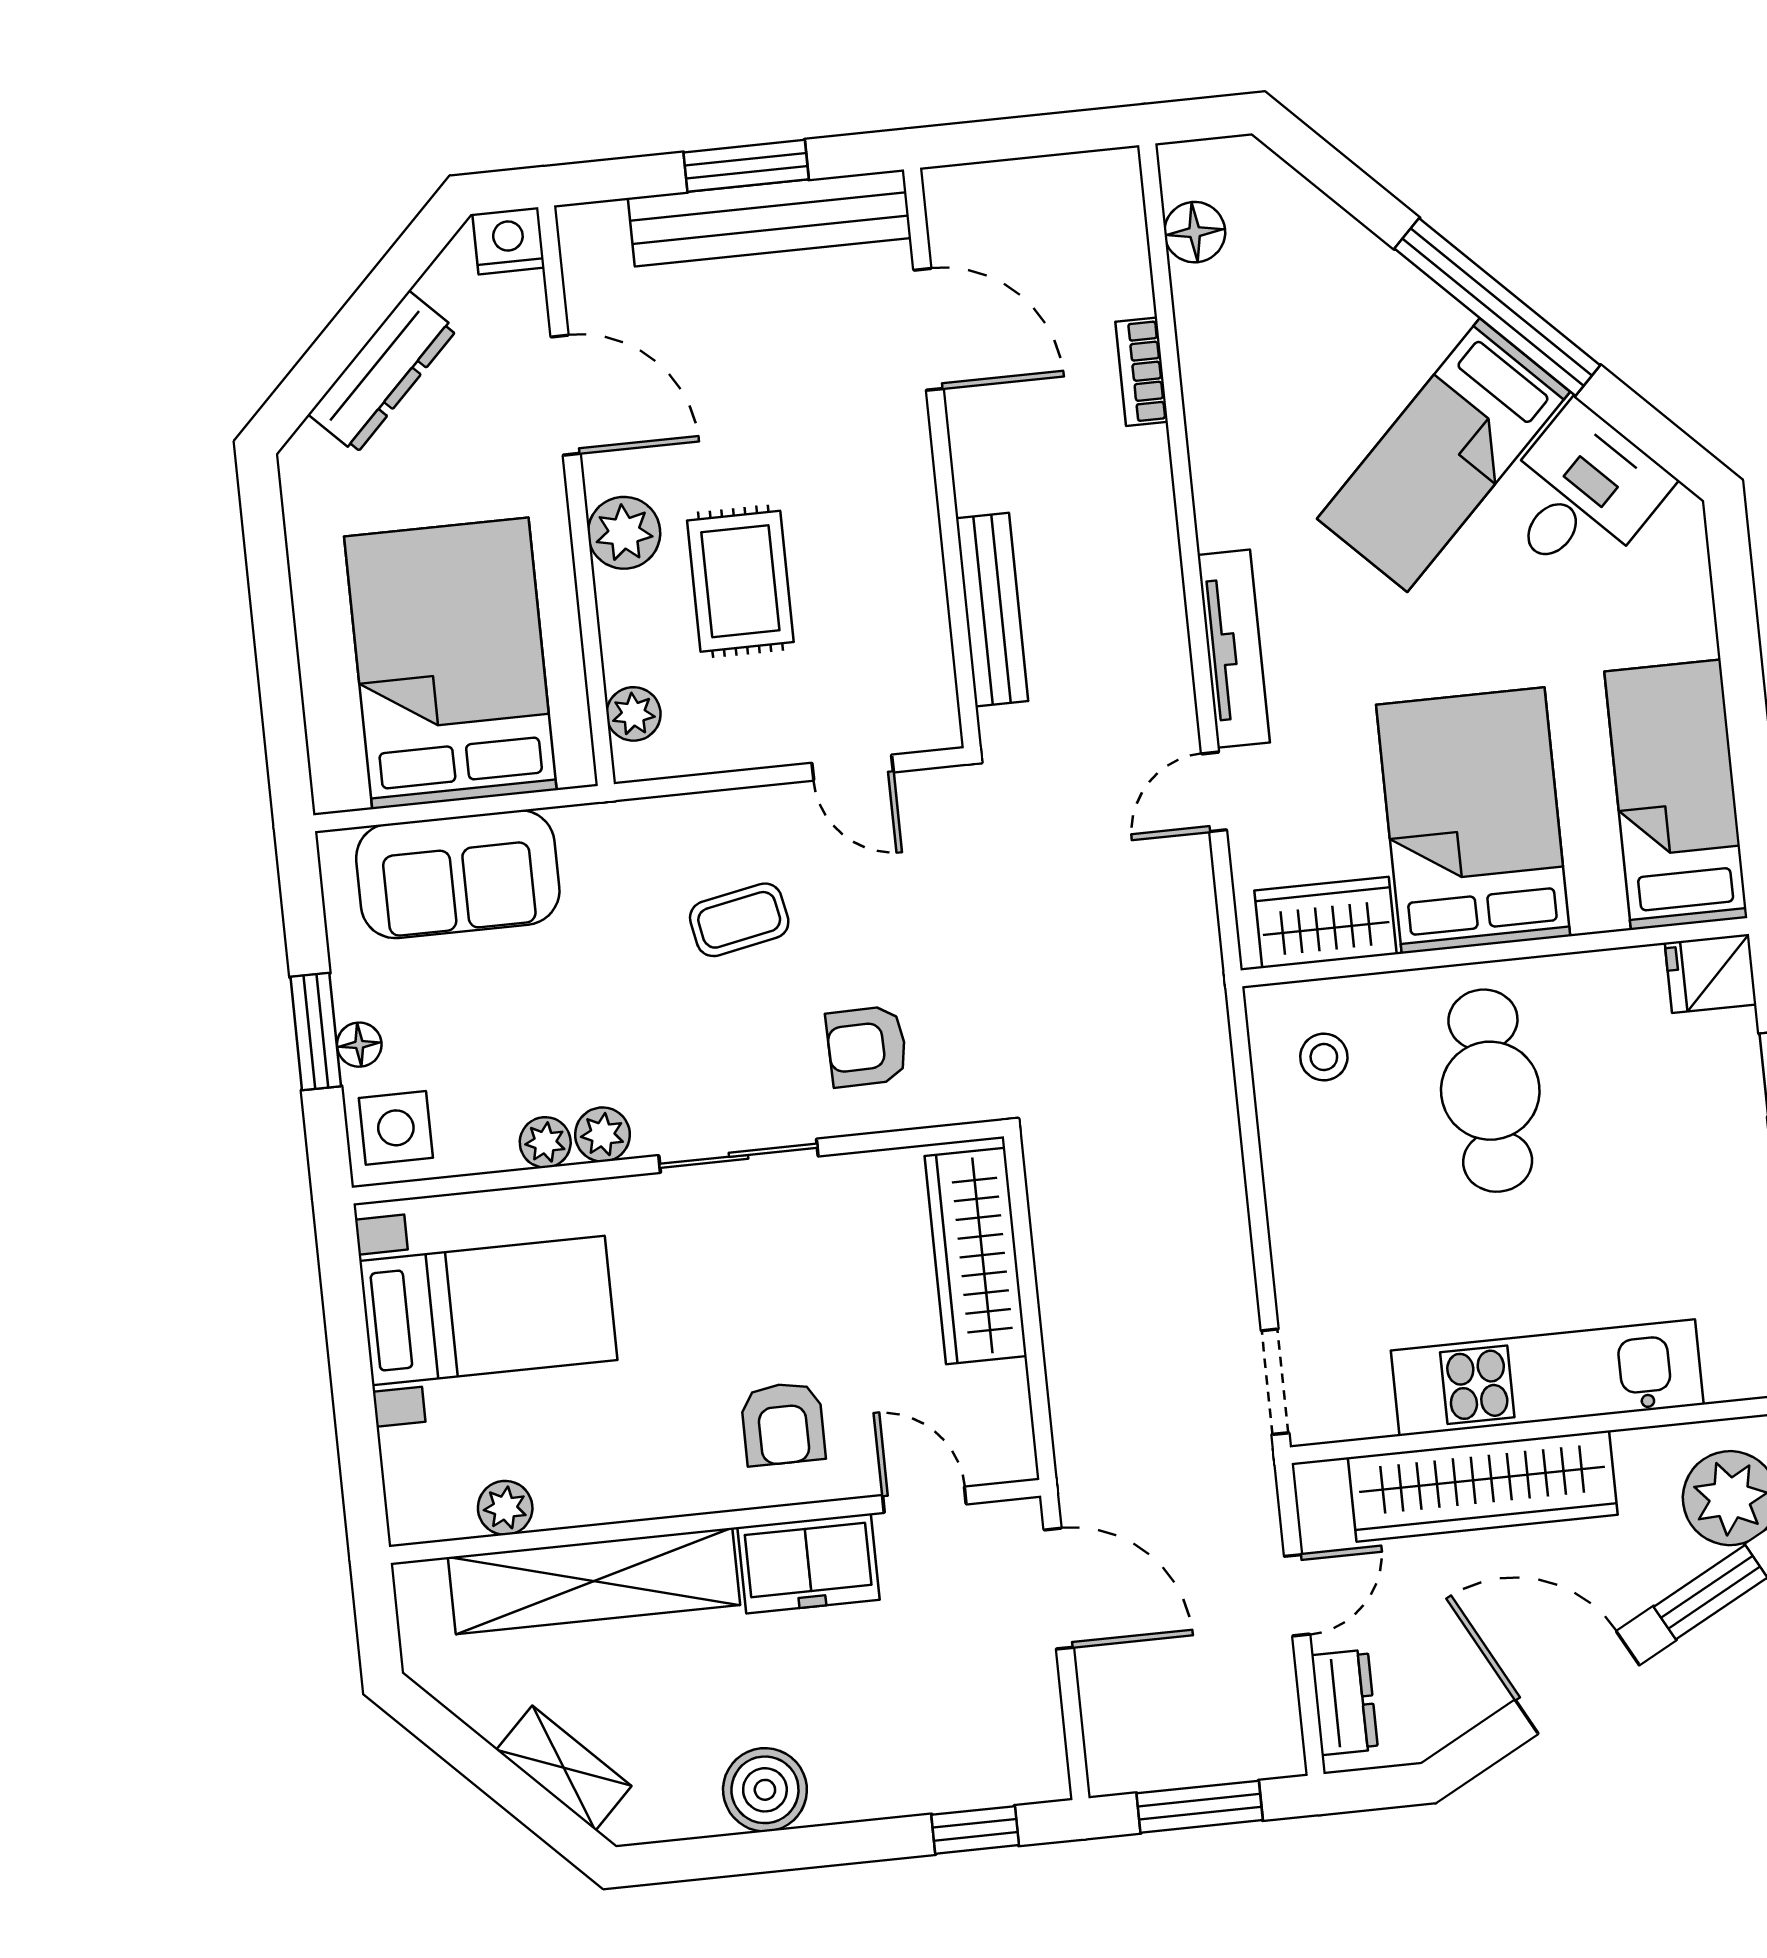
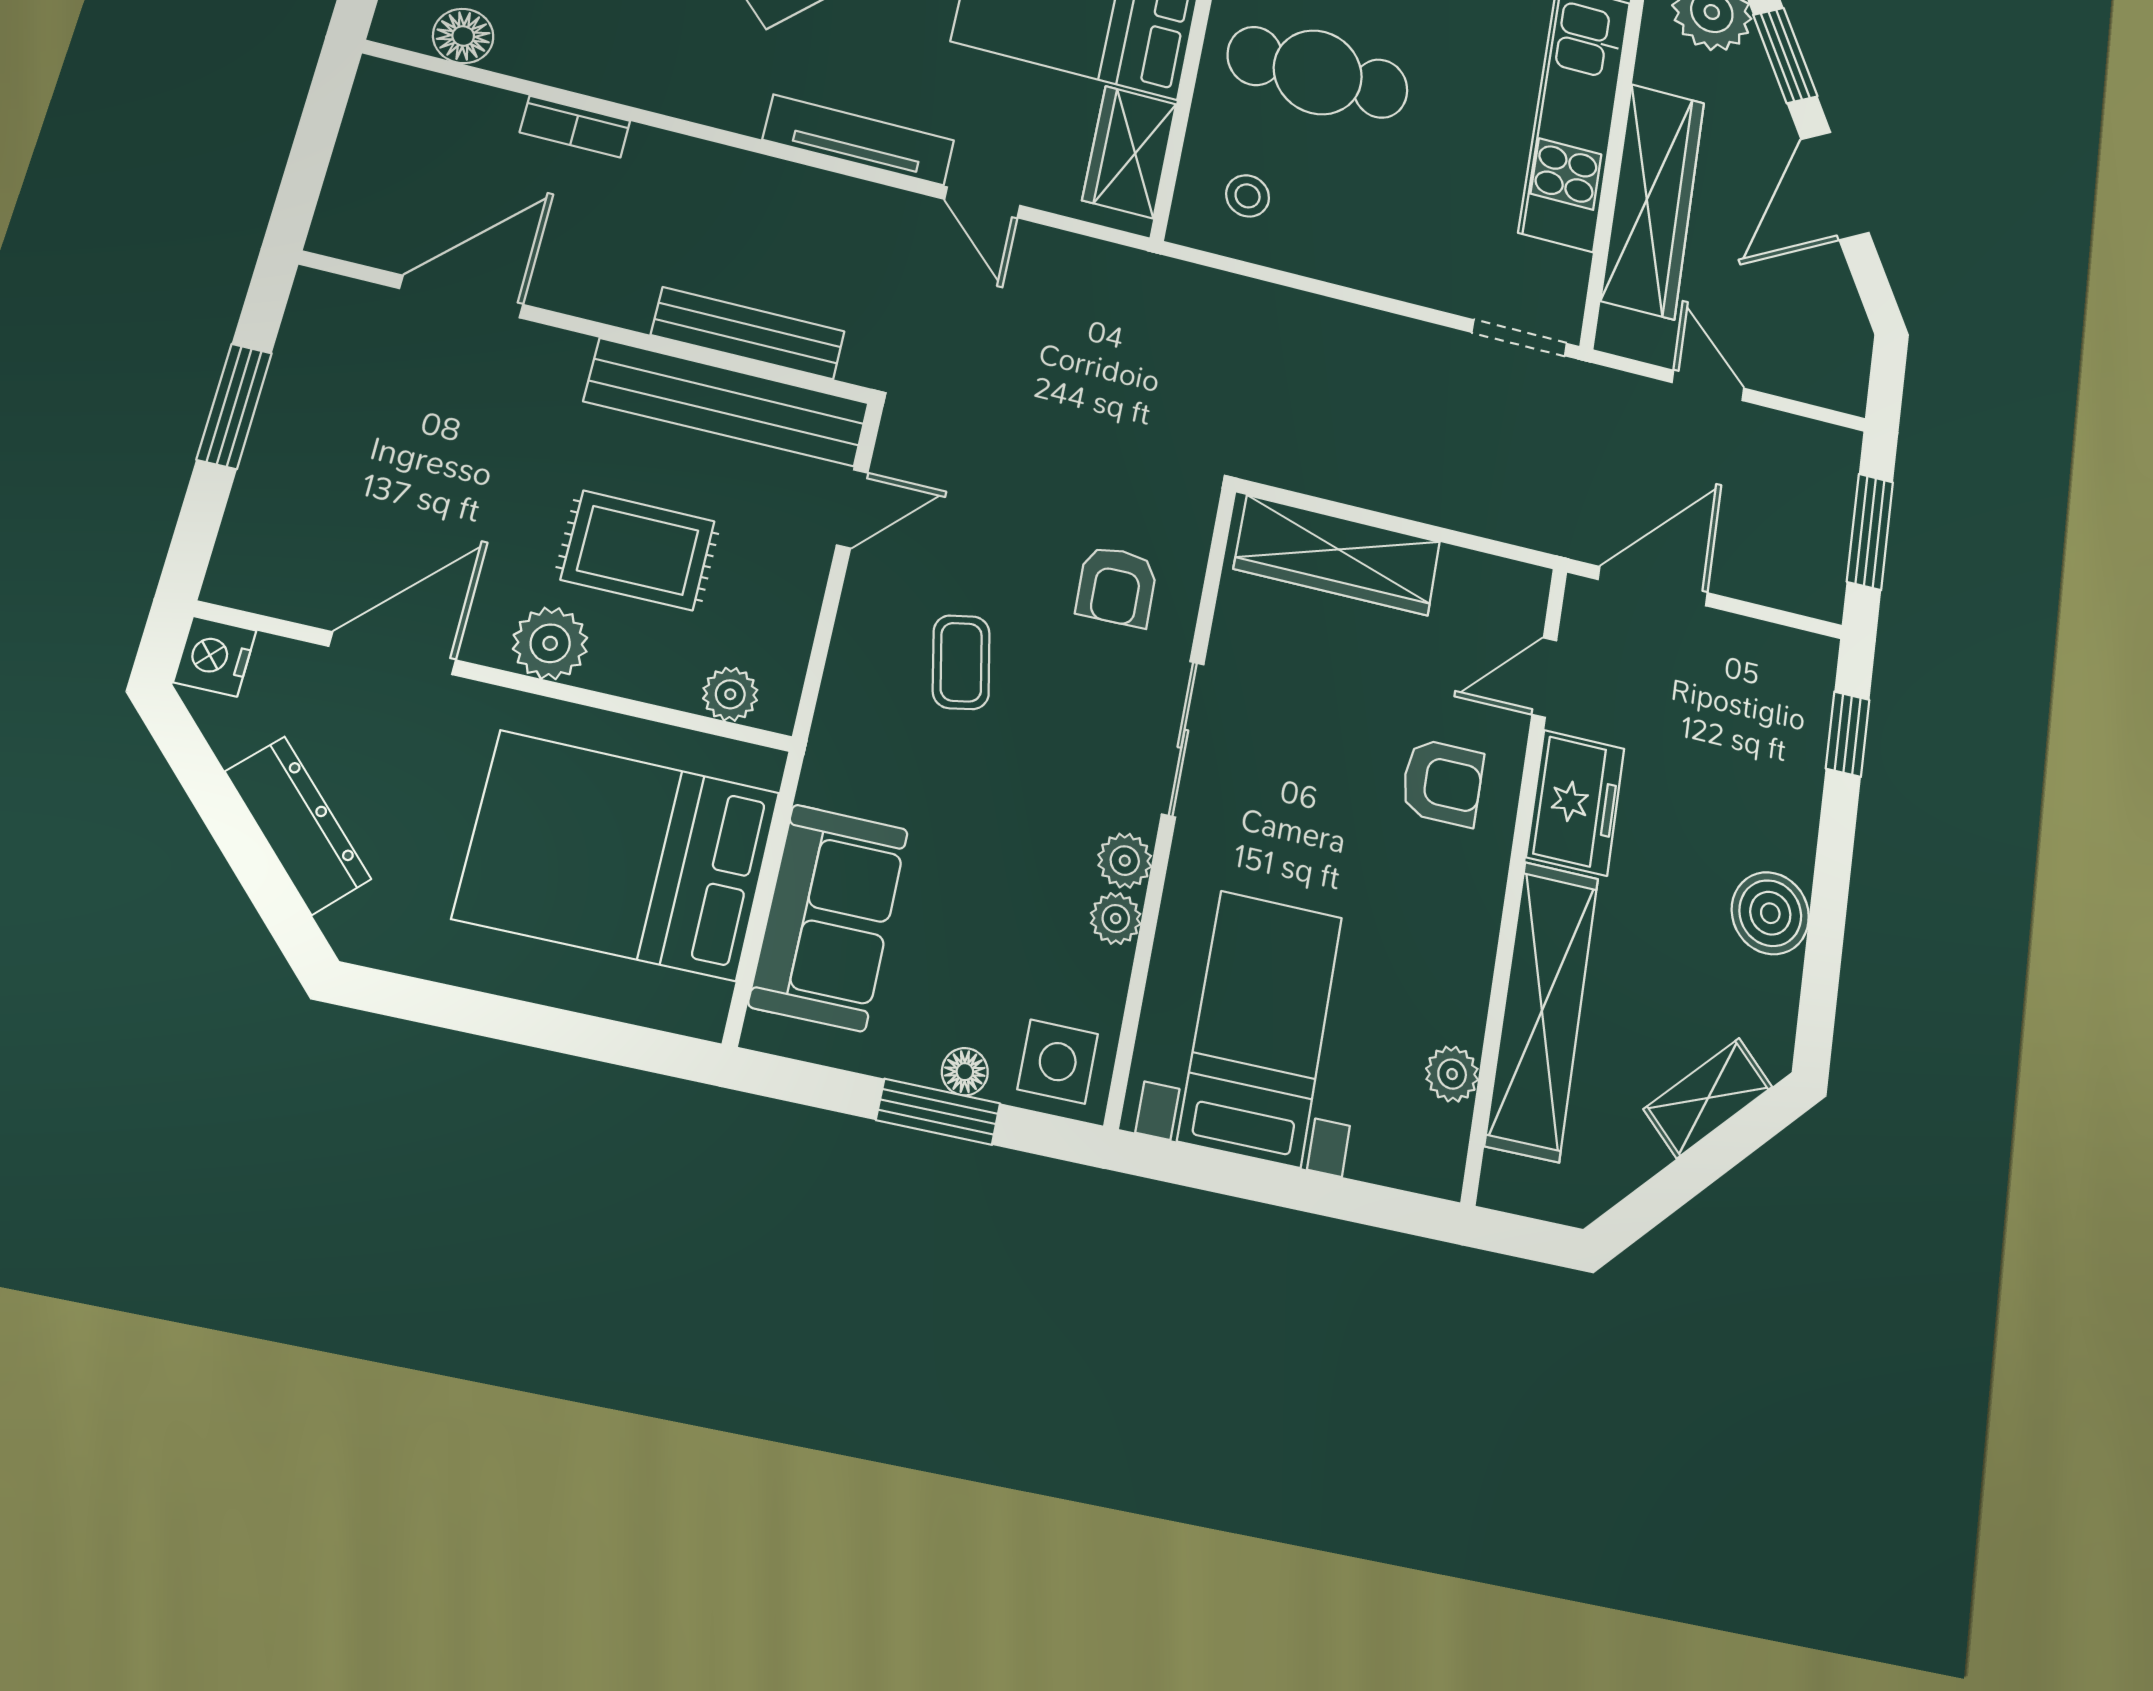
bench: (770, 218) -> (727, 402), moved, turned 90
dresser: (1345, 1702) -> (1808, 379), removed

